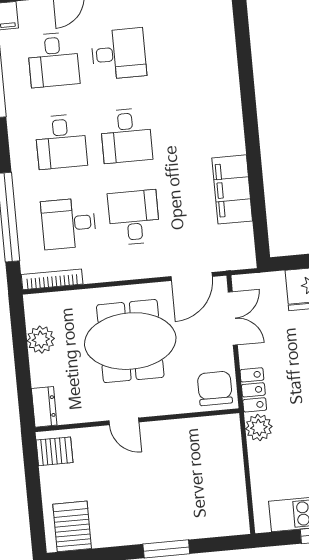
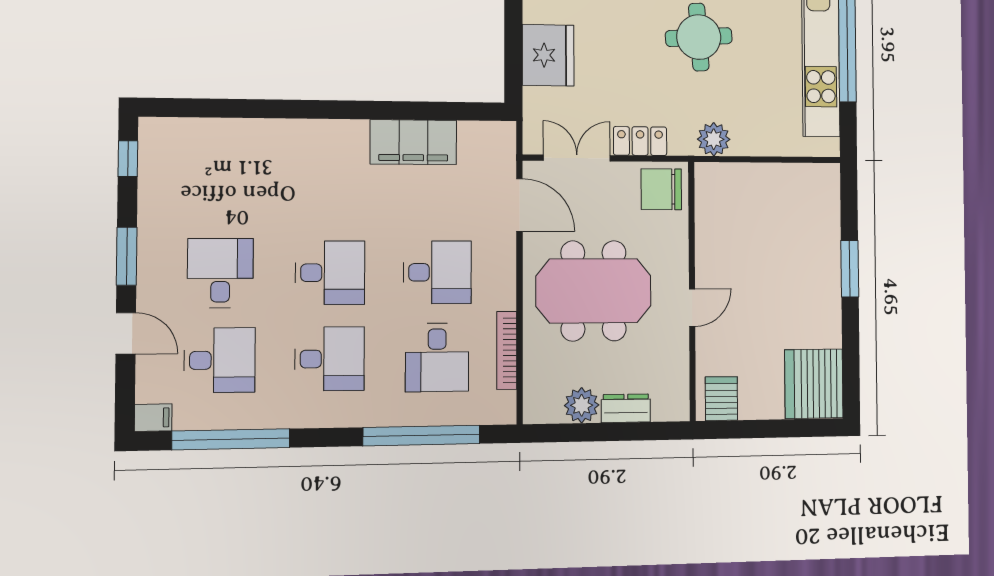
desk: (134, 217) -> (437, 272), turned 180
bookcase: (52, 279) -> (507, 350), moved
meeting table: (130, 341) -> (593, 291), turned 90
locker: (253, 390) -> (640, 141), moved
dresser: (44, 407) -> (626, 408), moved
server rack: (72, 526) -> (814, 384), width x1.60

